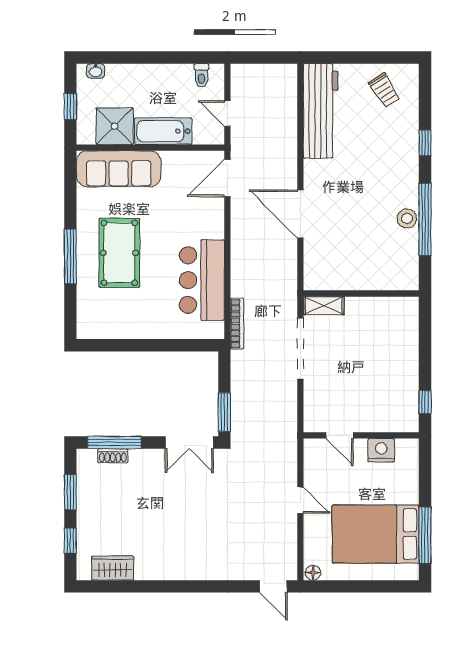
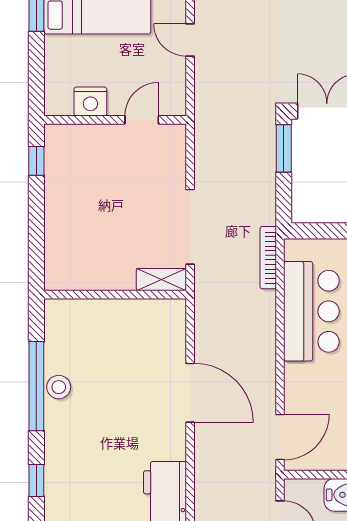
door: (340, 435) -> (142, 120), hinge flipped

